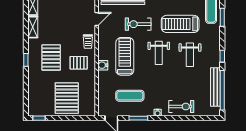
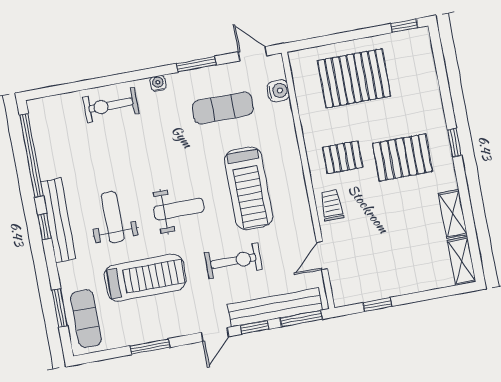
weight bench: (159, 53) -> (179, 209), turned 90
pallet: (51, 57) -> (402, 157), turned 90
water cooler: (103, 65) -> (278, 91), moved
bench: (215, 87) -> (58, 220), moved
pallet: (67, 98) -> (354, 78), turned 90

